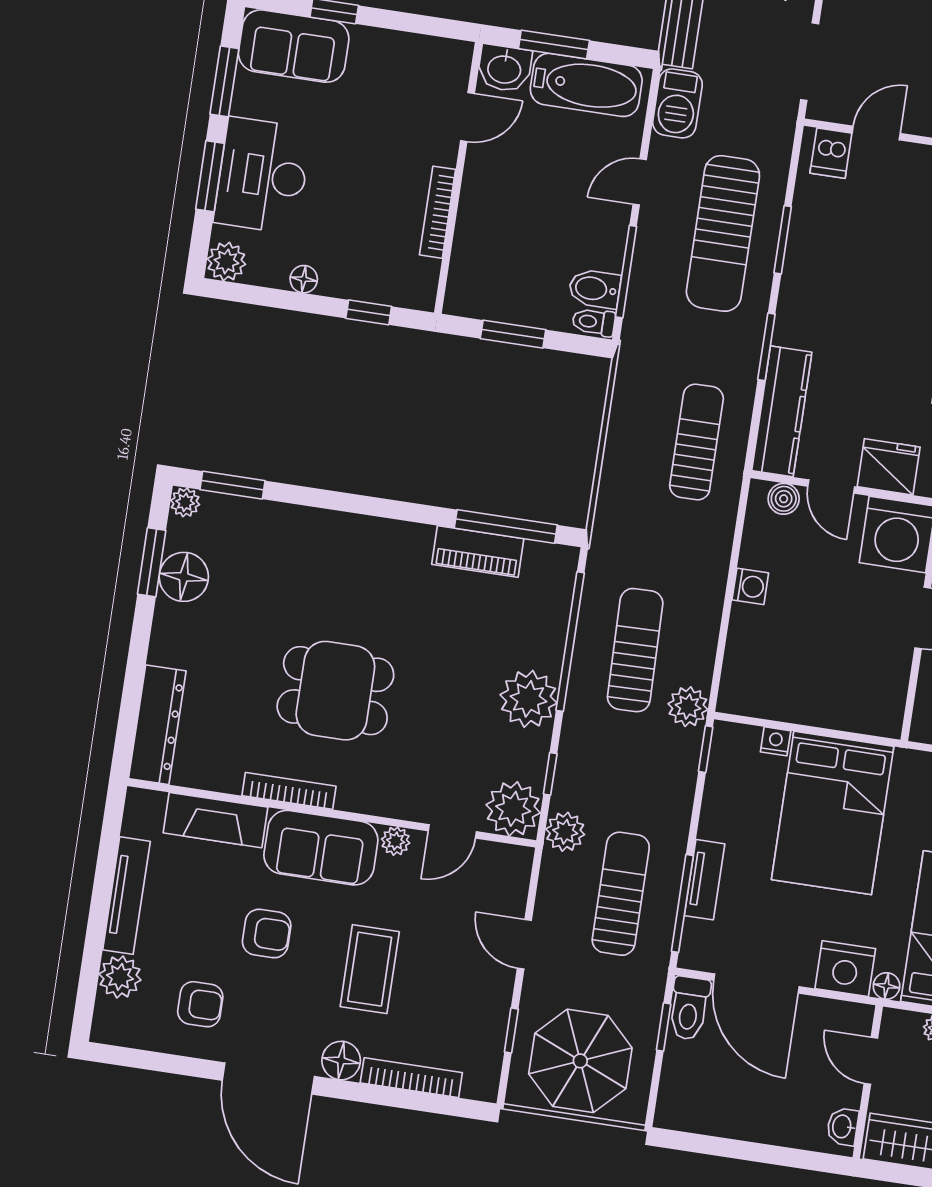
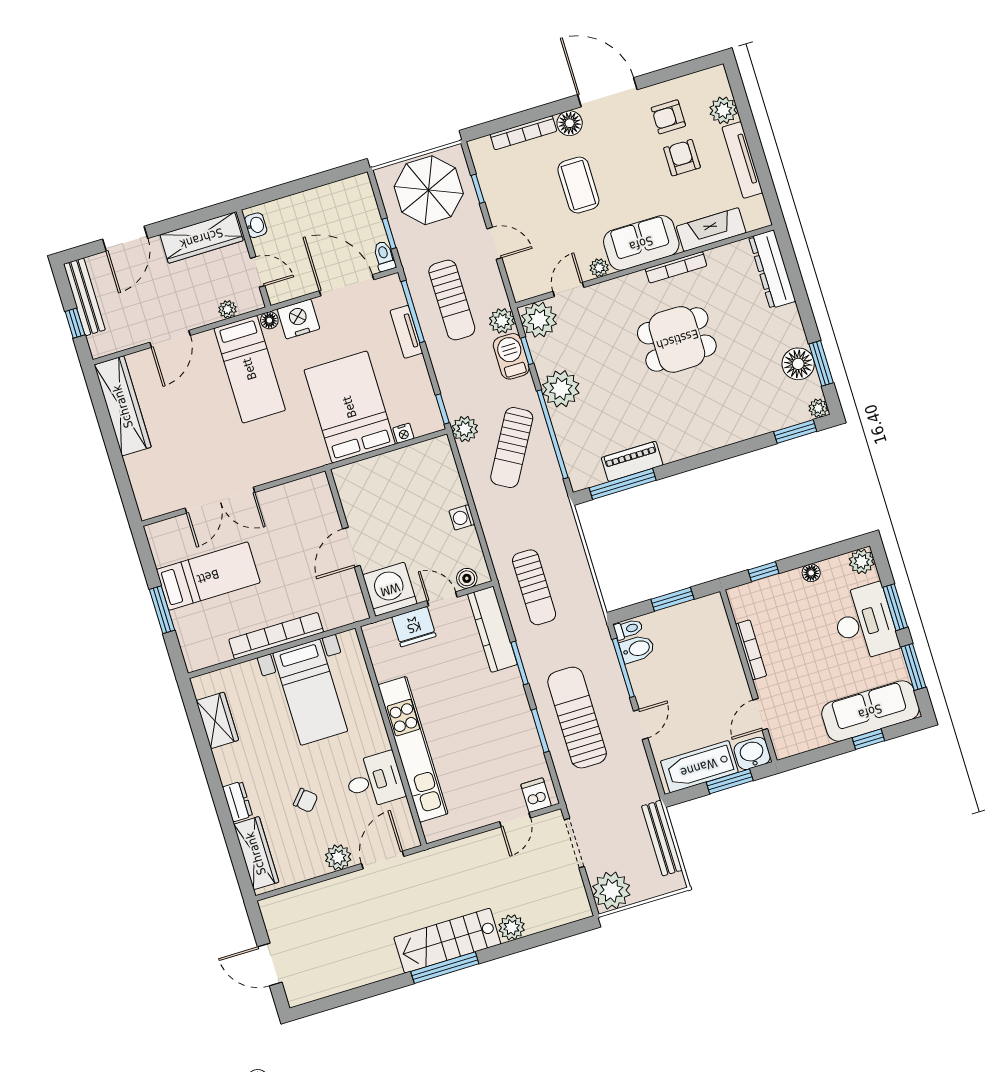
sofa: (294, 46) -> (870, 711), width x1.36
barbecue: (677, 103) -> (511, 356), moved
sun lounger: (635, 650) -> (512, 448), turned 31
armchair: (267, 934) -> (682, 158), moved, turned 90
toilet: (689, 1008) -> (384, 256), width x0.73, depth x0.72

